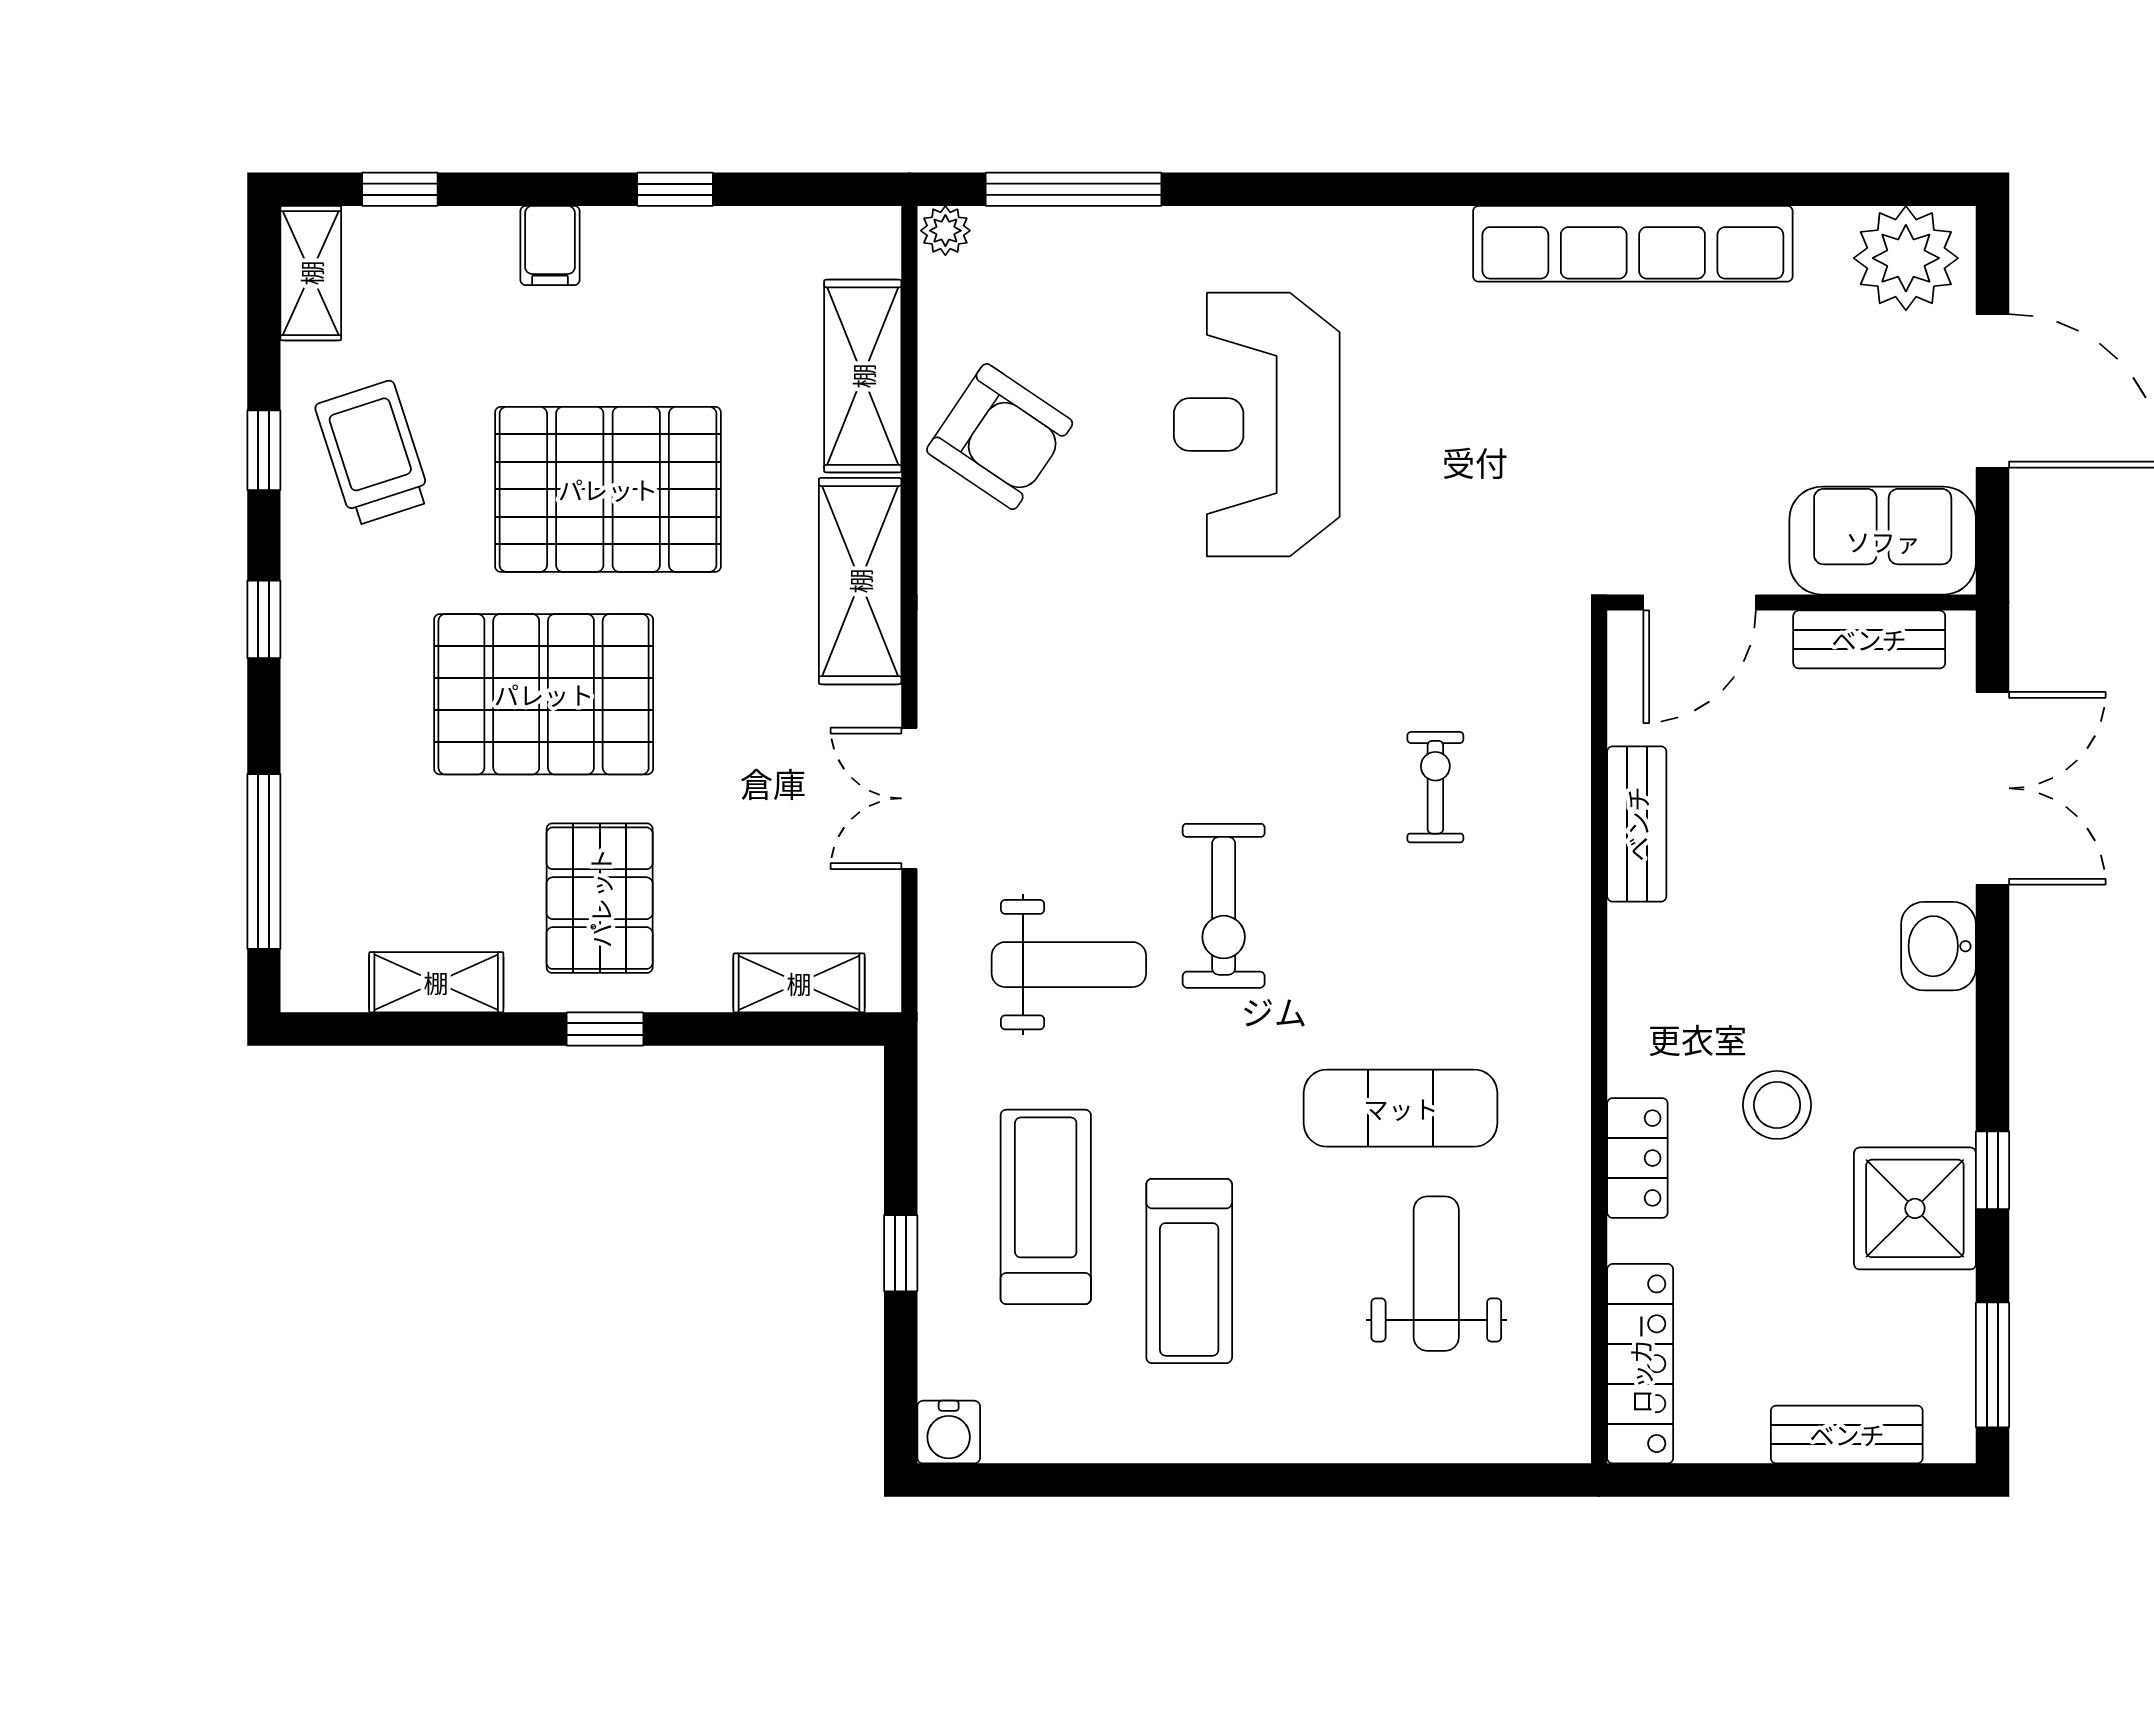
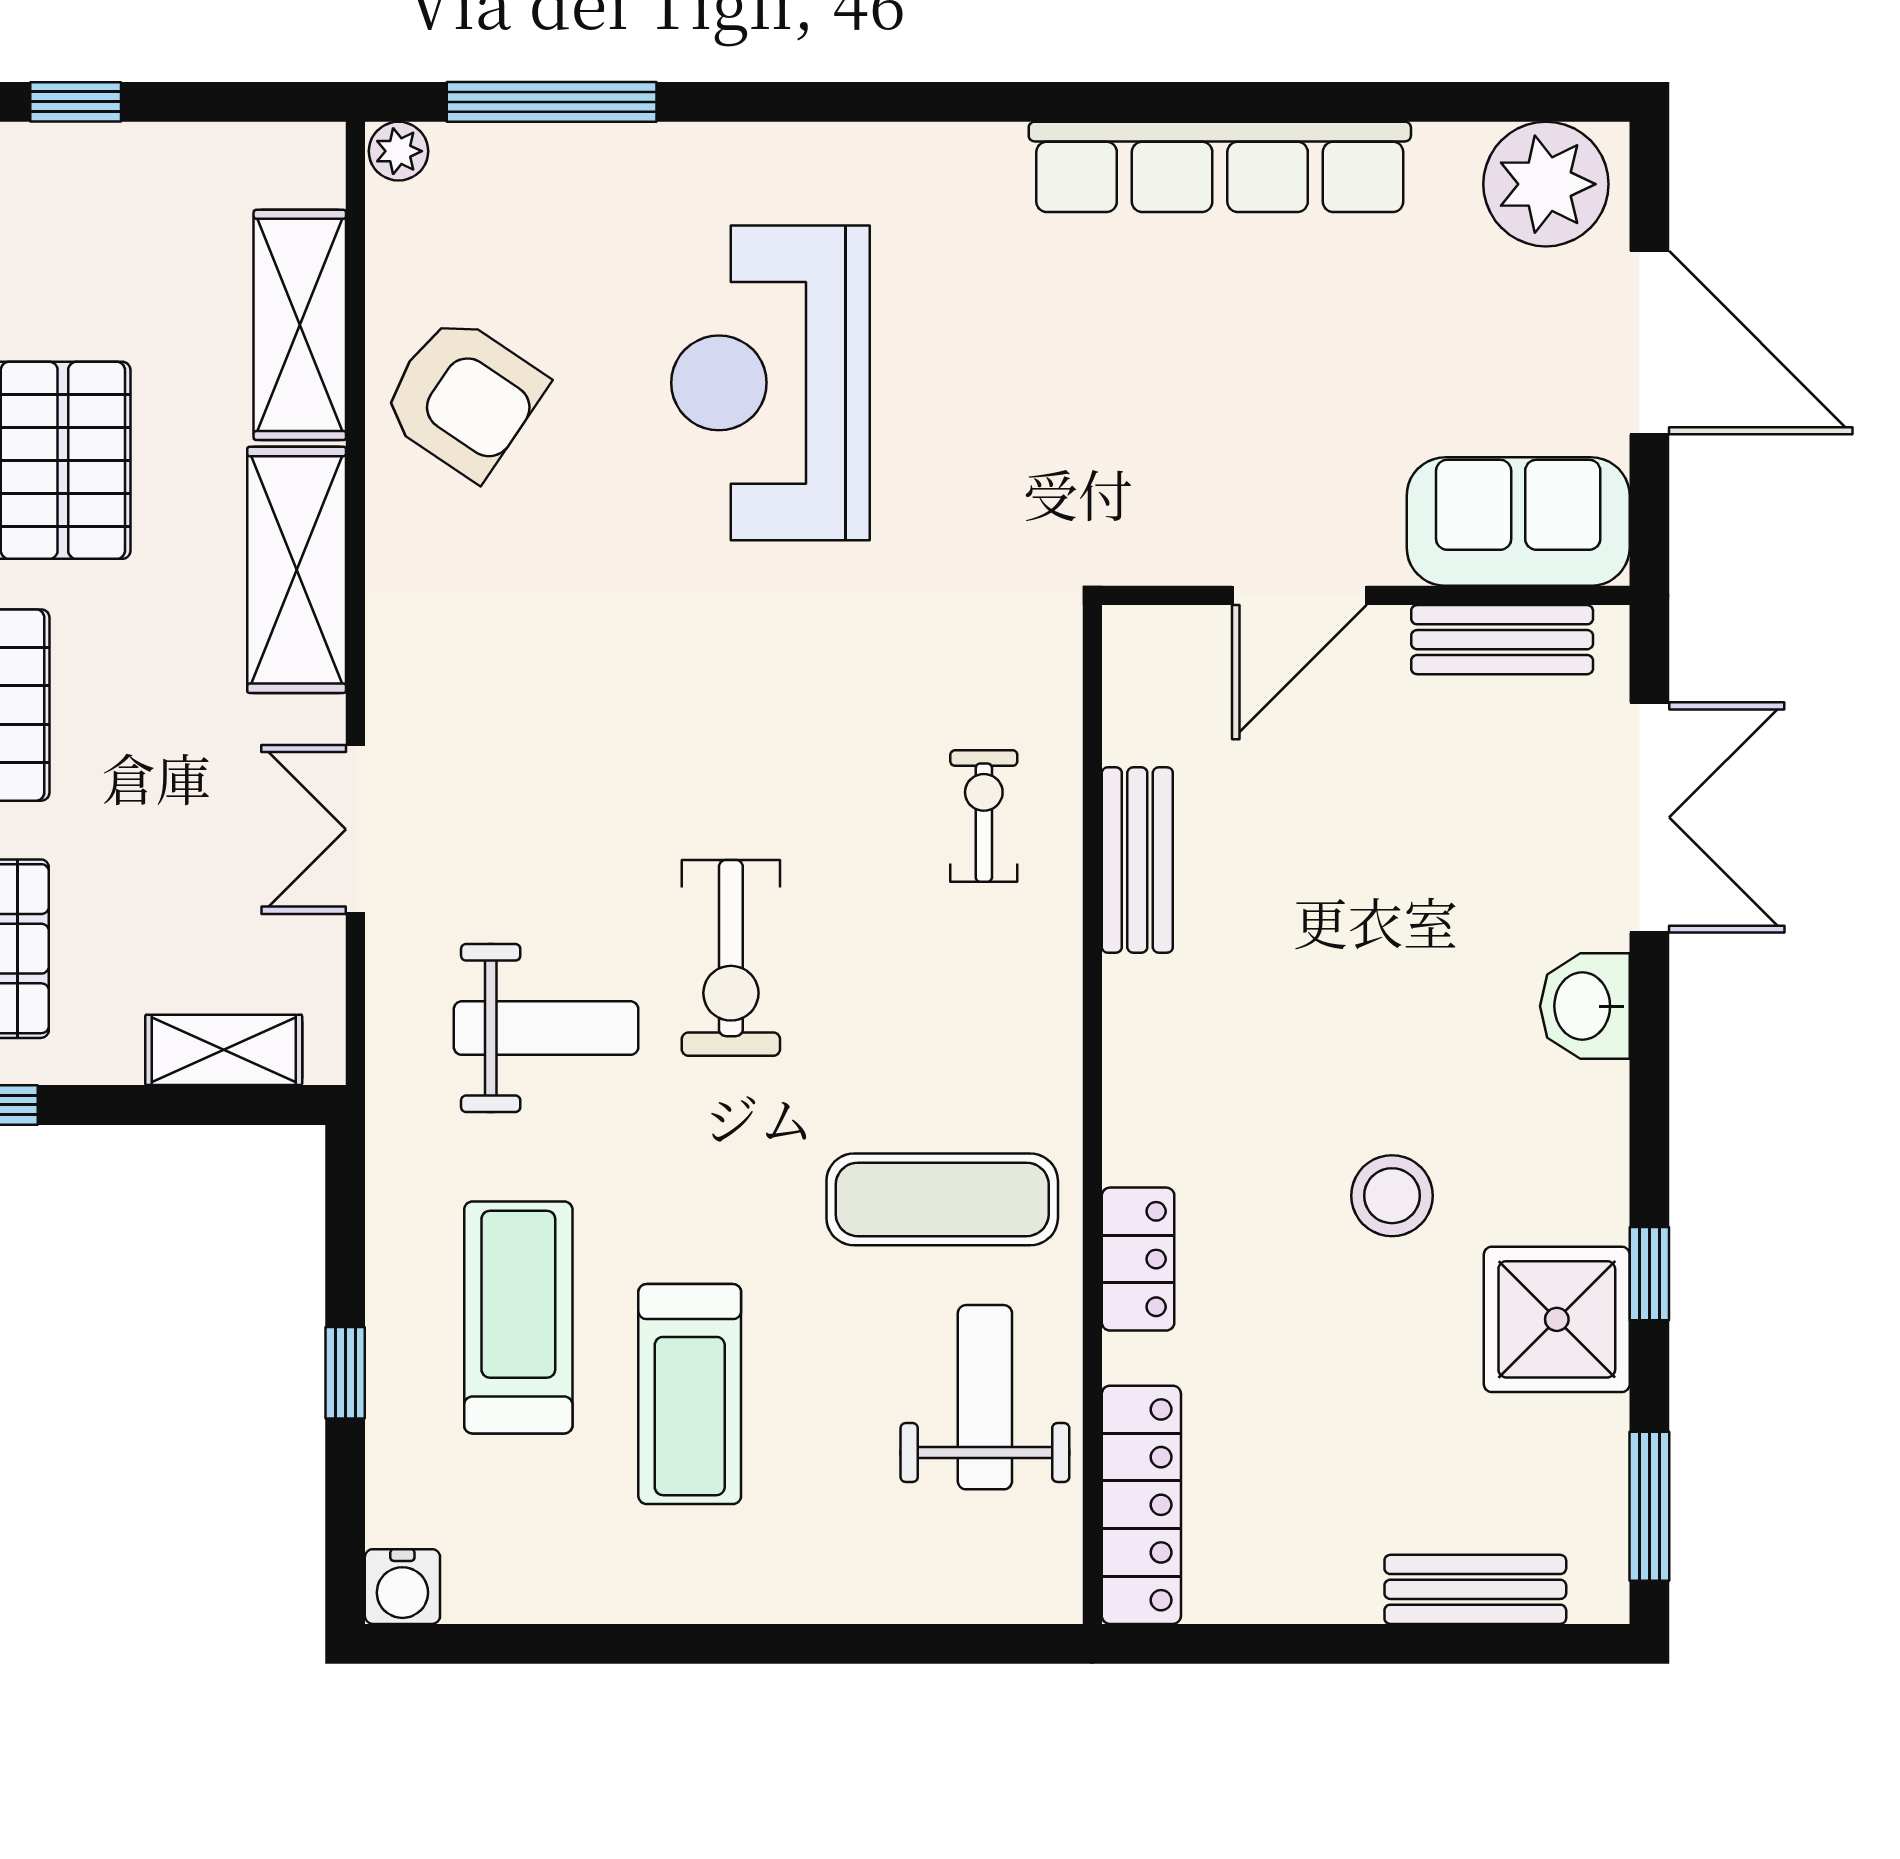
bench: (1637, 824) -> (1137, 860), moved
wall: (1599, 1037) -> (1092, 1114), moved
locker: (1637, 1158) -> (1138, 1259), moved
locker: (1640, 1364) -> (1141, 1505), moved

